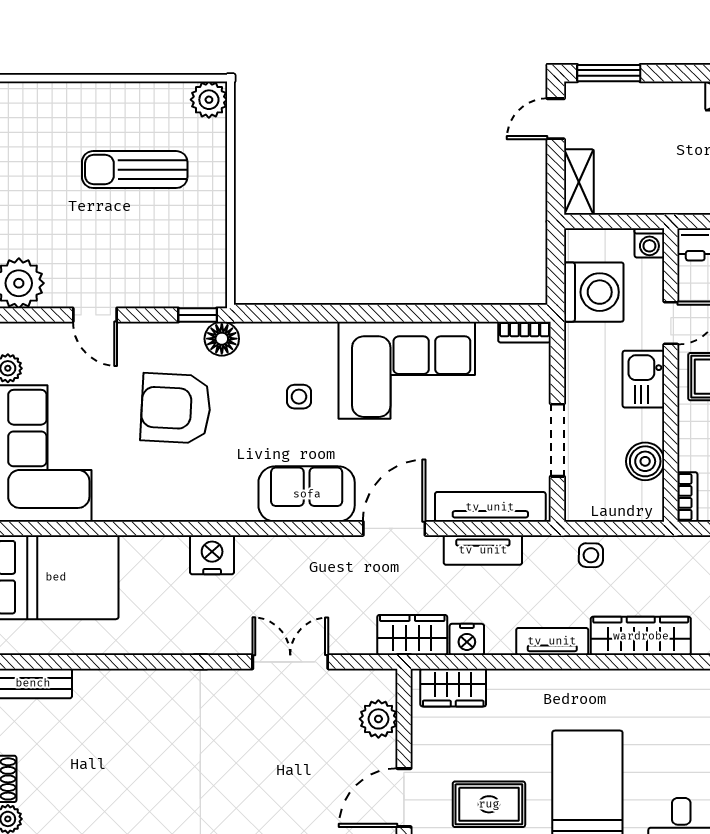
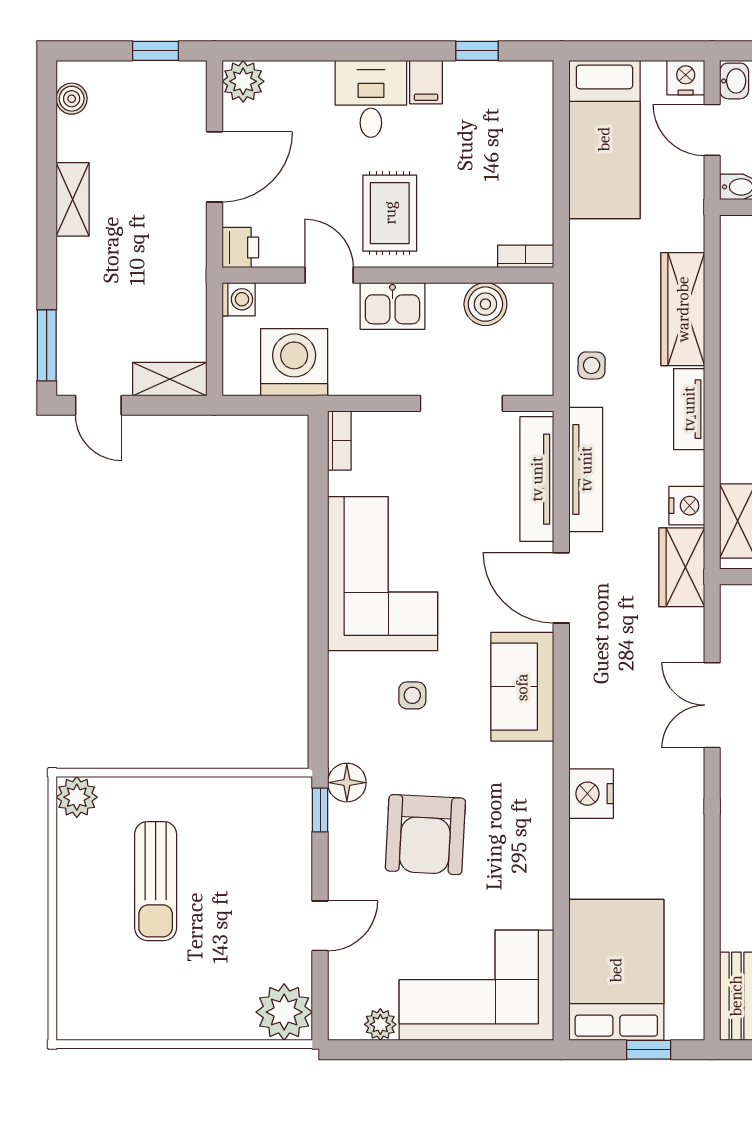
tv unit: (483, 550) -> (586, 469), width x1.41

